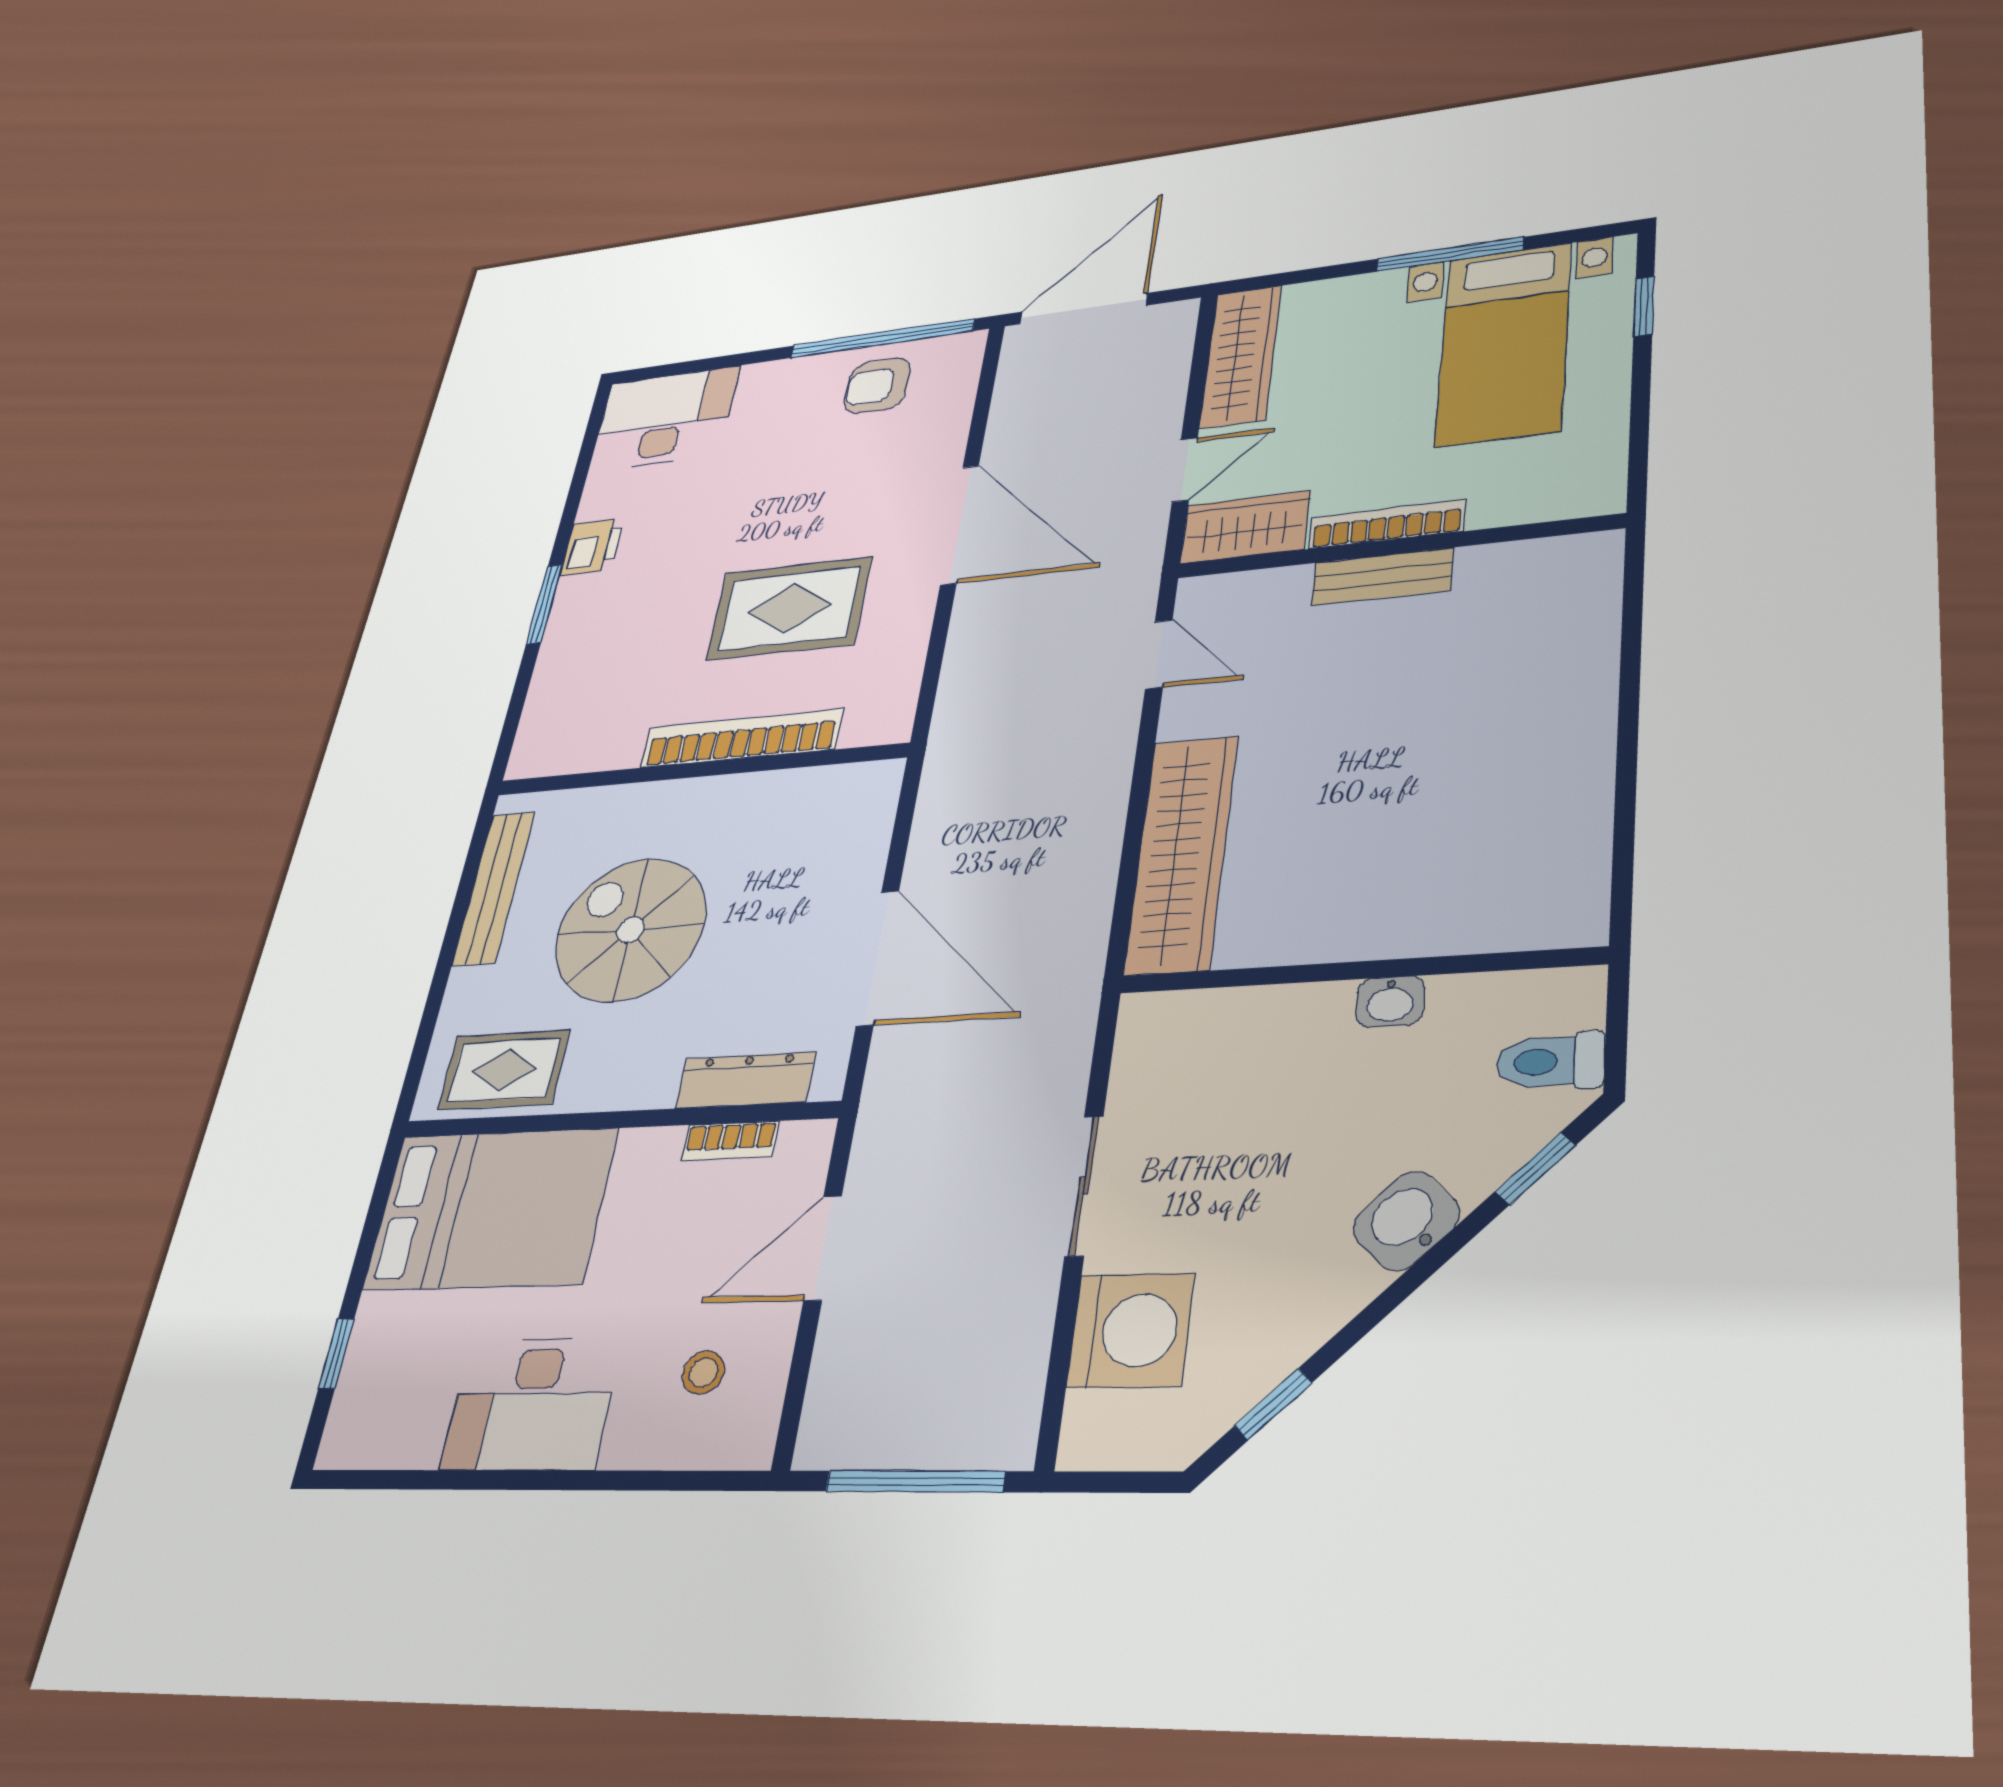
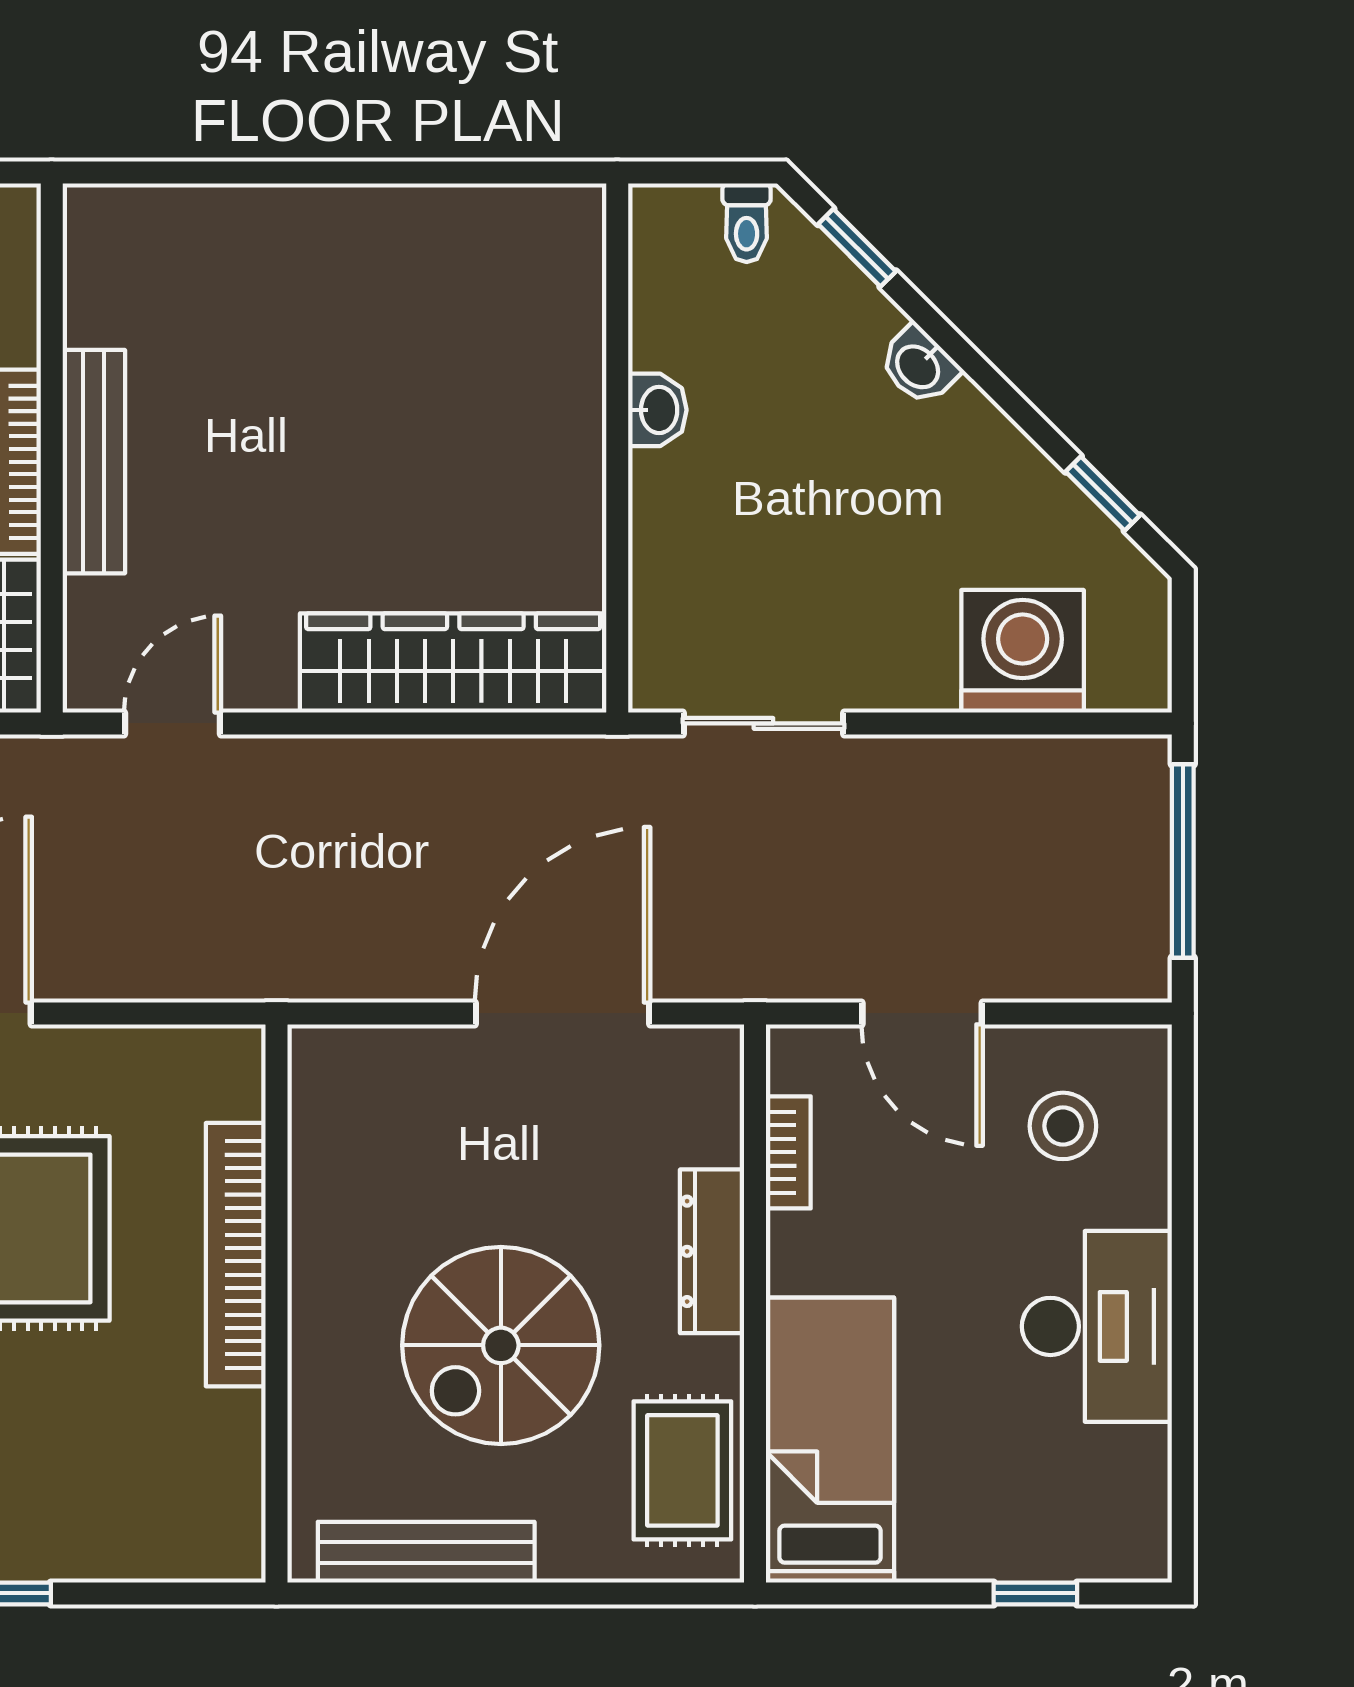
bench: (1382, 577) -> (94, 462), width x1.36
toilet: (1550, 1061) -> (747, 223), width x0.73, depth x0.72
dresser: (745, 1080) -> (712, 1251), moved
sliding door: (1084, 1186) -> (763, 723), moved
bed: (491, 1209) -> (830, 1440), width x0.67
washbasin: (1406, 1221) -> (919, 366), width x0.72, depth x0.69
stool: (703, 1373) -> (1063, 1126), width x1.37, depth x1.37

